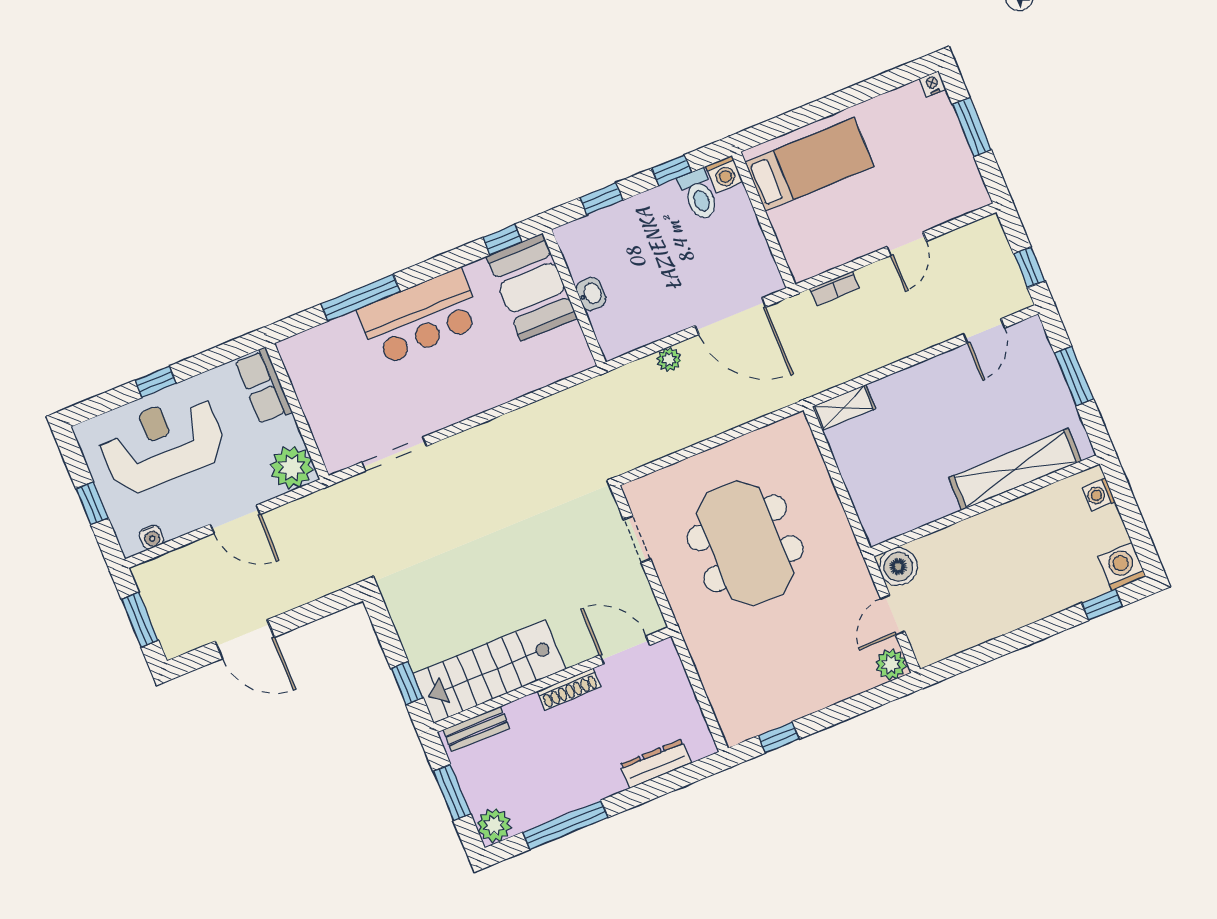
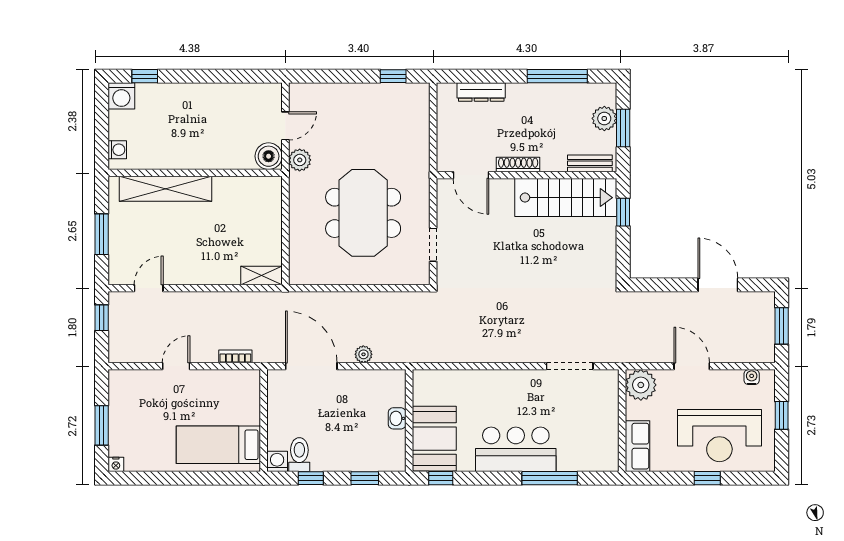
plant: (891, 664) -> (300, 160), moved
plant: (494, 825) -> (604, 118), moved

